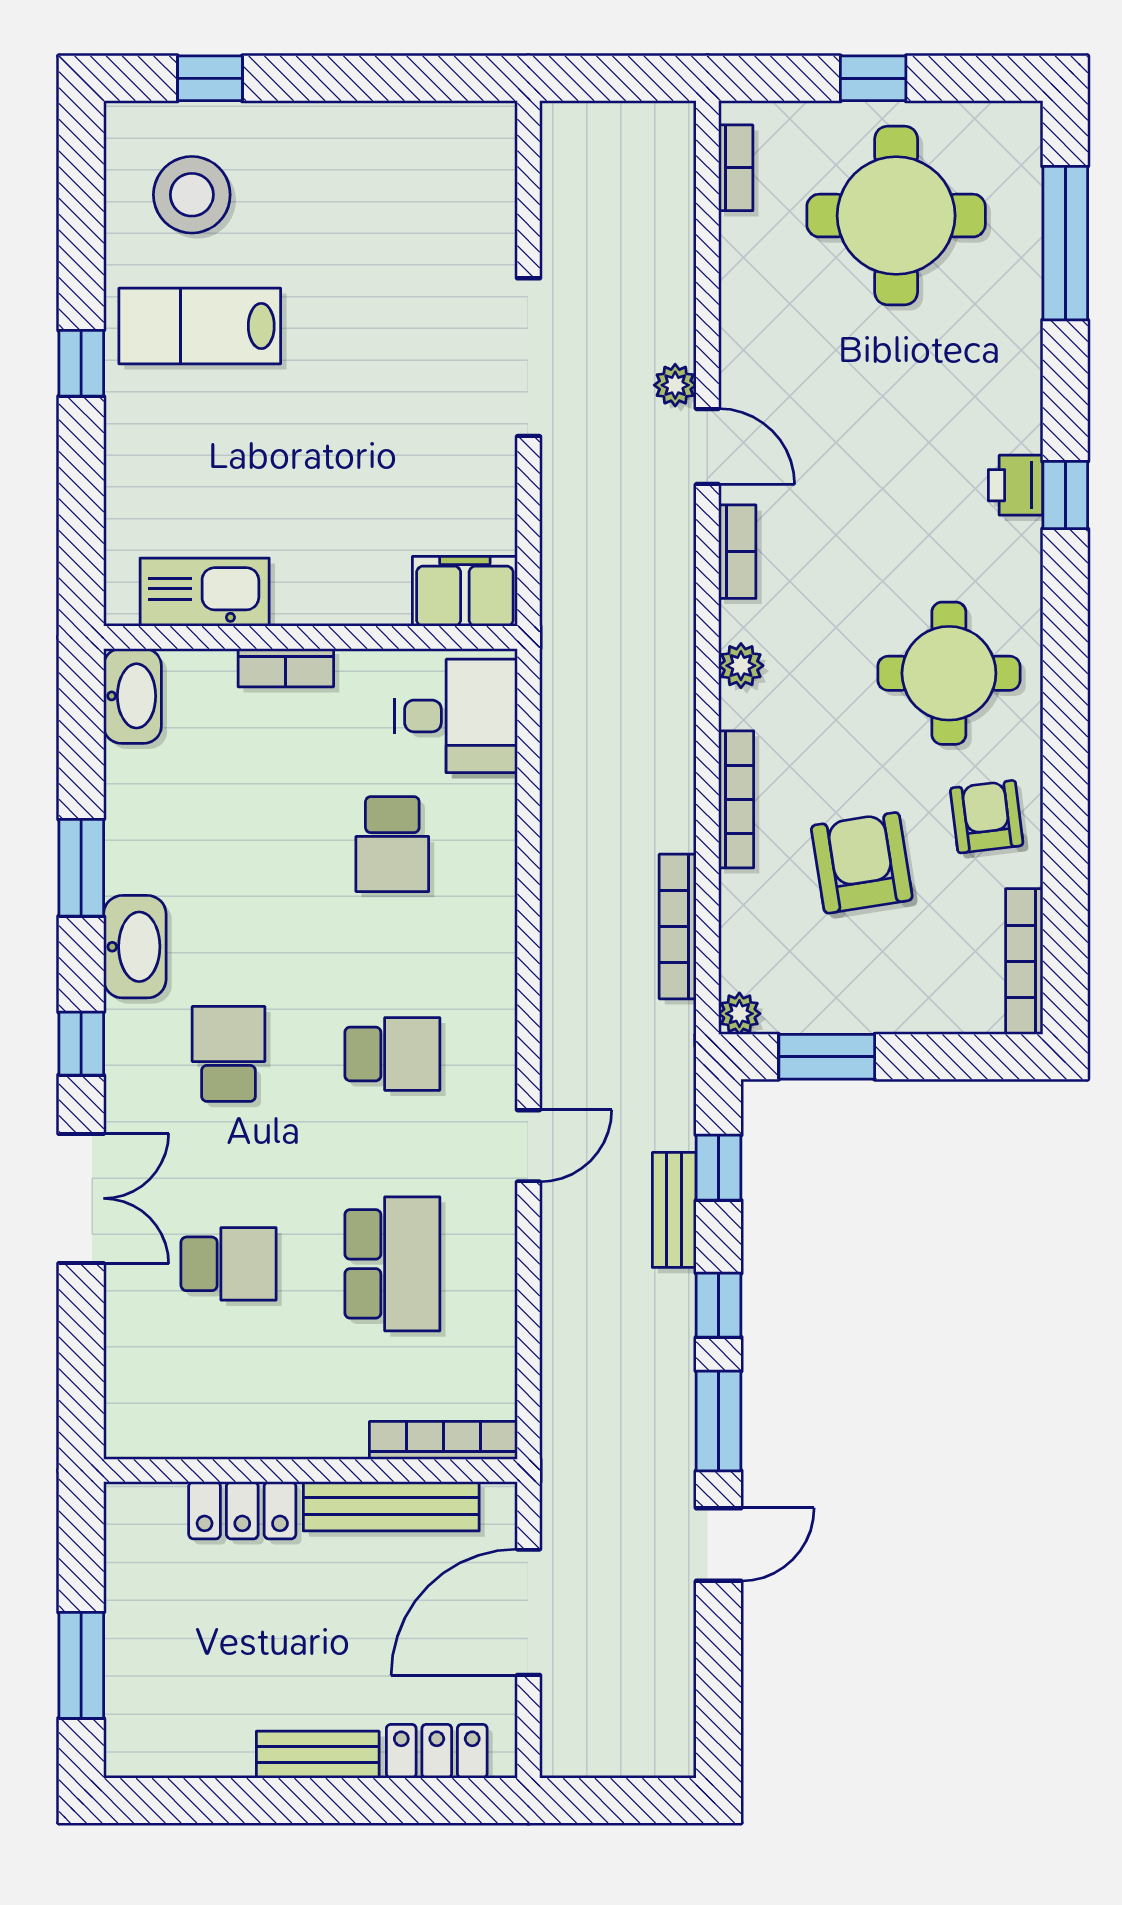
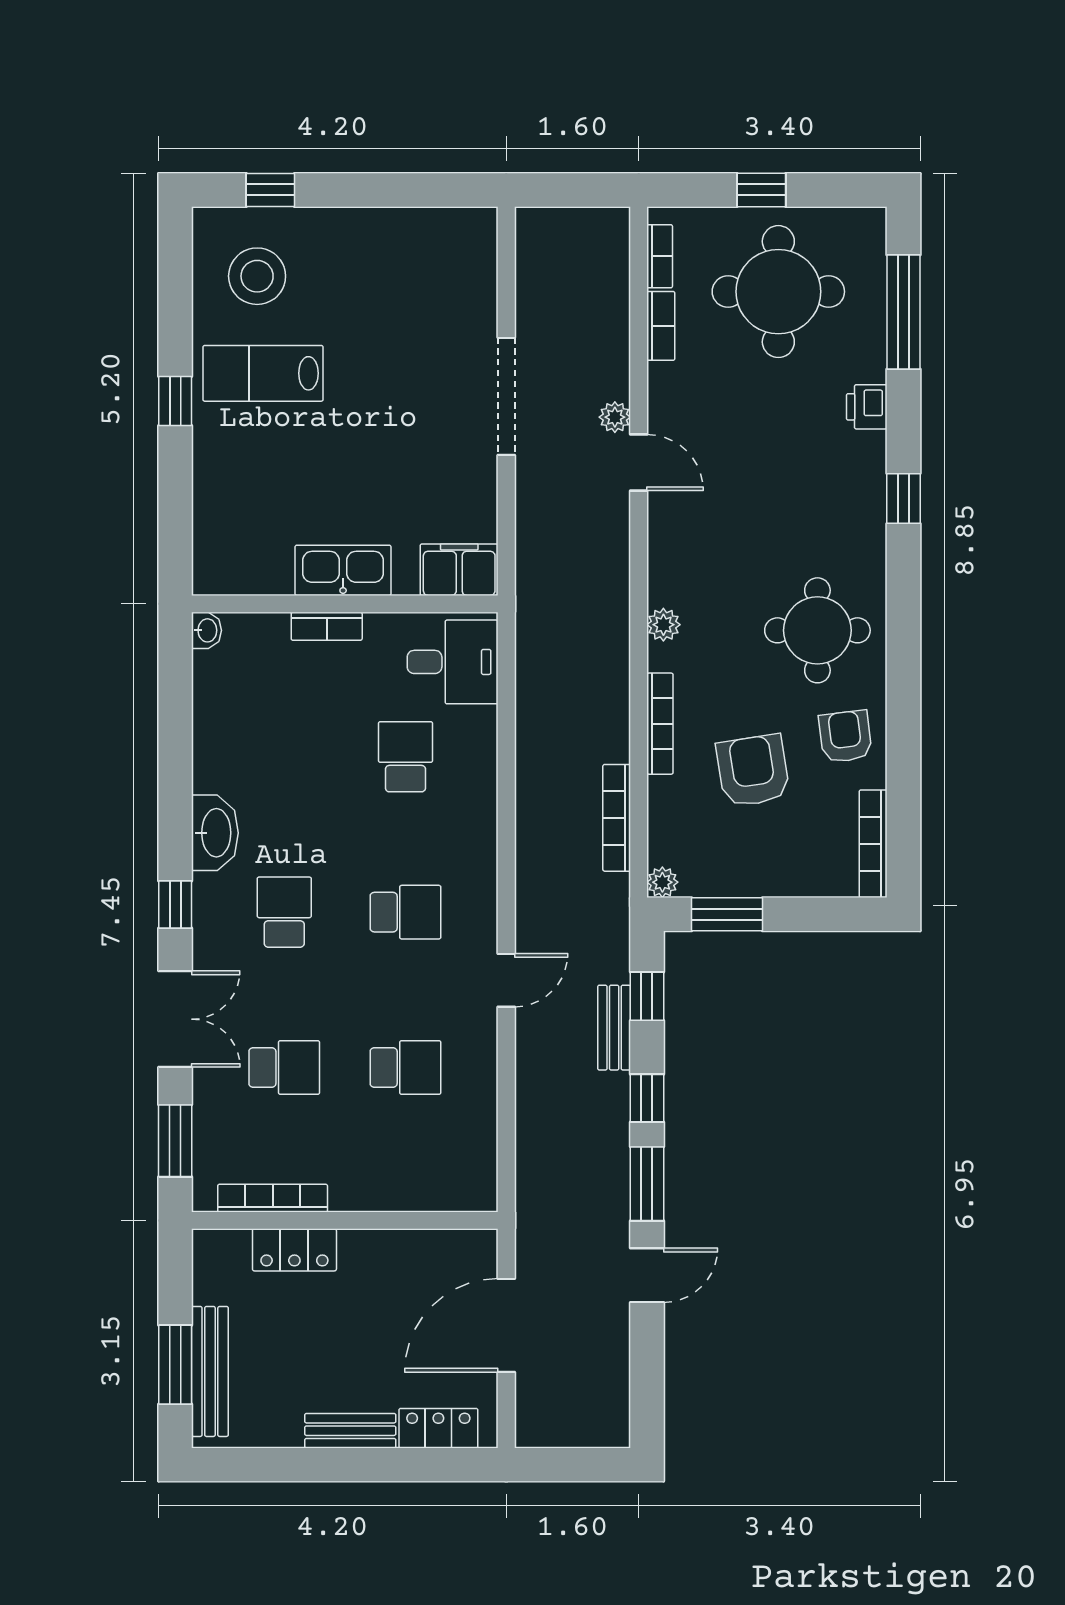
printer: (1016, 485) -> (867, 407), moved
bookcase: (737, 552) -> (661, 326), moved
kitchen sink: (205, 592) -> (343, 570), moved
washbasin: (132, 696) -> (207, 630), width x0.52, depth x0.69
school desk: (392, 844) -> (405, 757), turned 180
window: (81, 868) -> (175, 1141), moved
school desk: (392, 1264) -> (405, 1067), width x0.54
bookcase: (443, 1440) -> (273, 1198), moved
bench: (391, 1506) -> (210, 1371), moved, turned 90

